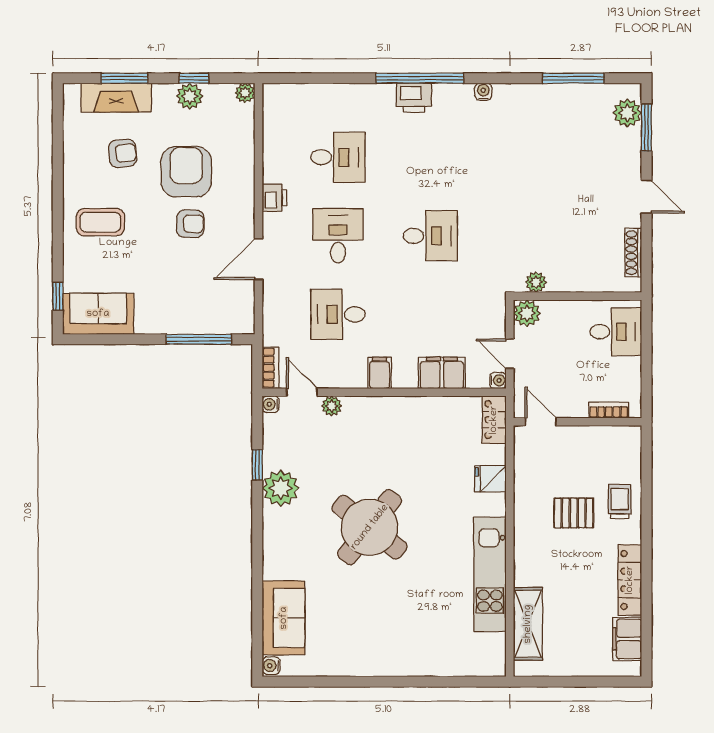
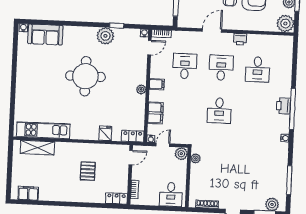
plant: (245, 93) -> (285, 23), width x1.88, depth x1.88
desk: (338, 236) -> (221, 68), turned -90
door: (259, 259) -> (212, 30), hinge flipped
plant: (332, 406) -> (141, 89), moved
trolley: (620, 501) -> (92, 193), removed
round table: (370, 527) -> (85, 76), turned -38
kitchen unit: (490, 574) -> (43, 130), moved
locker: (630, 580) -> (116, 198), moved, width x0.66

